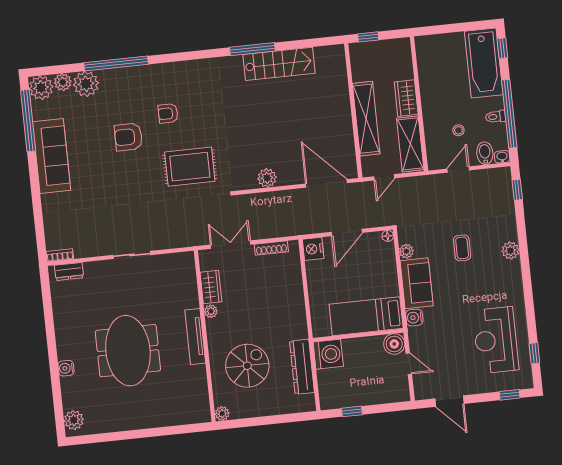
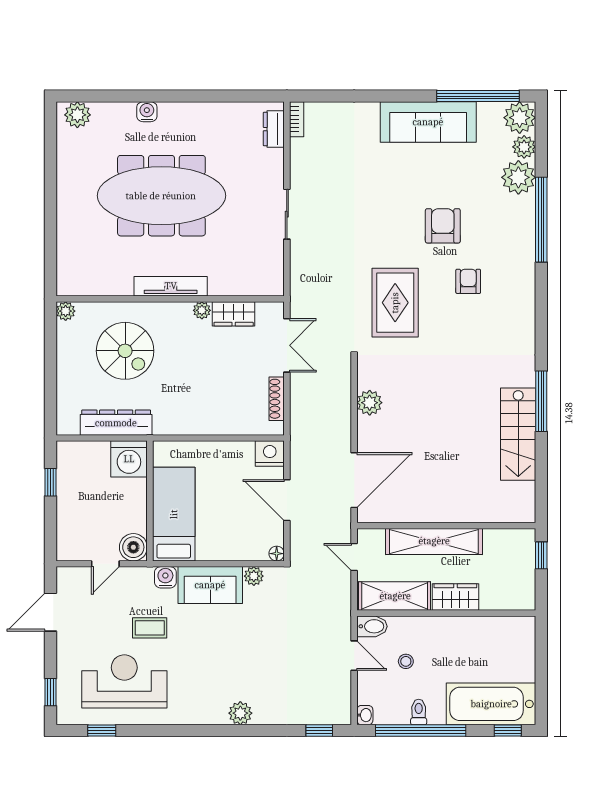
bidet: (485, 153) -> (372, 626), moved
coffee table: (462, 248) -> (150, 628), moved
meeting table: (128, 351) -> (161, 196), width x1.36

